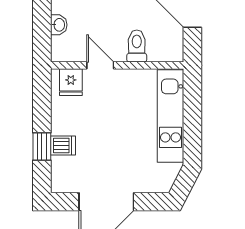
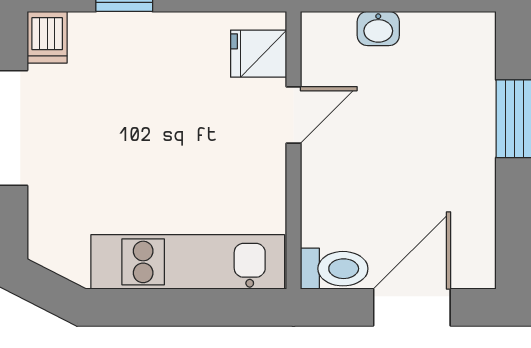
toilet: (137, 46) -> (334, 269), moved
dishwasher: (63, 145) -> (47, 37), moved

